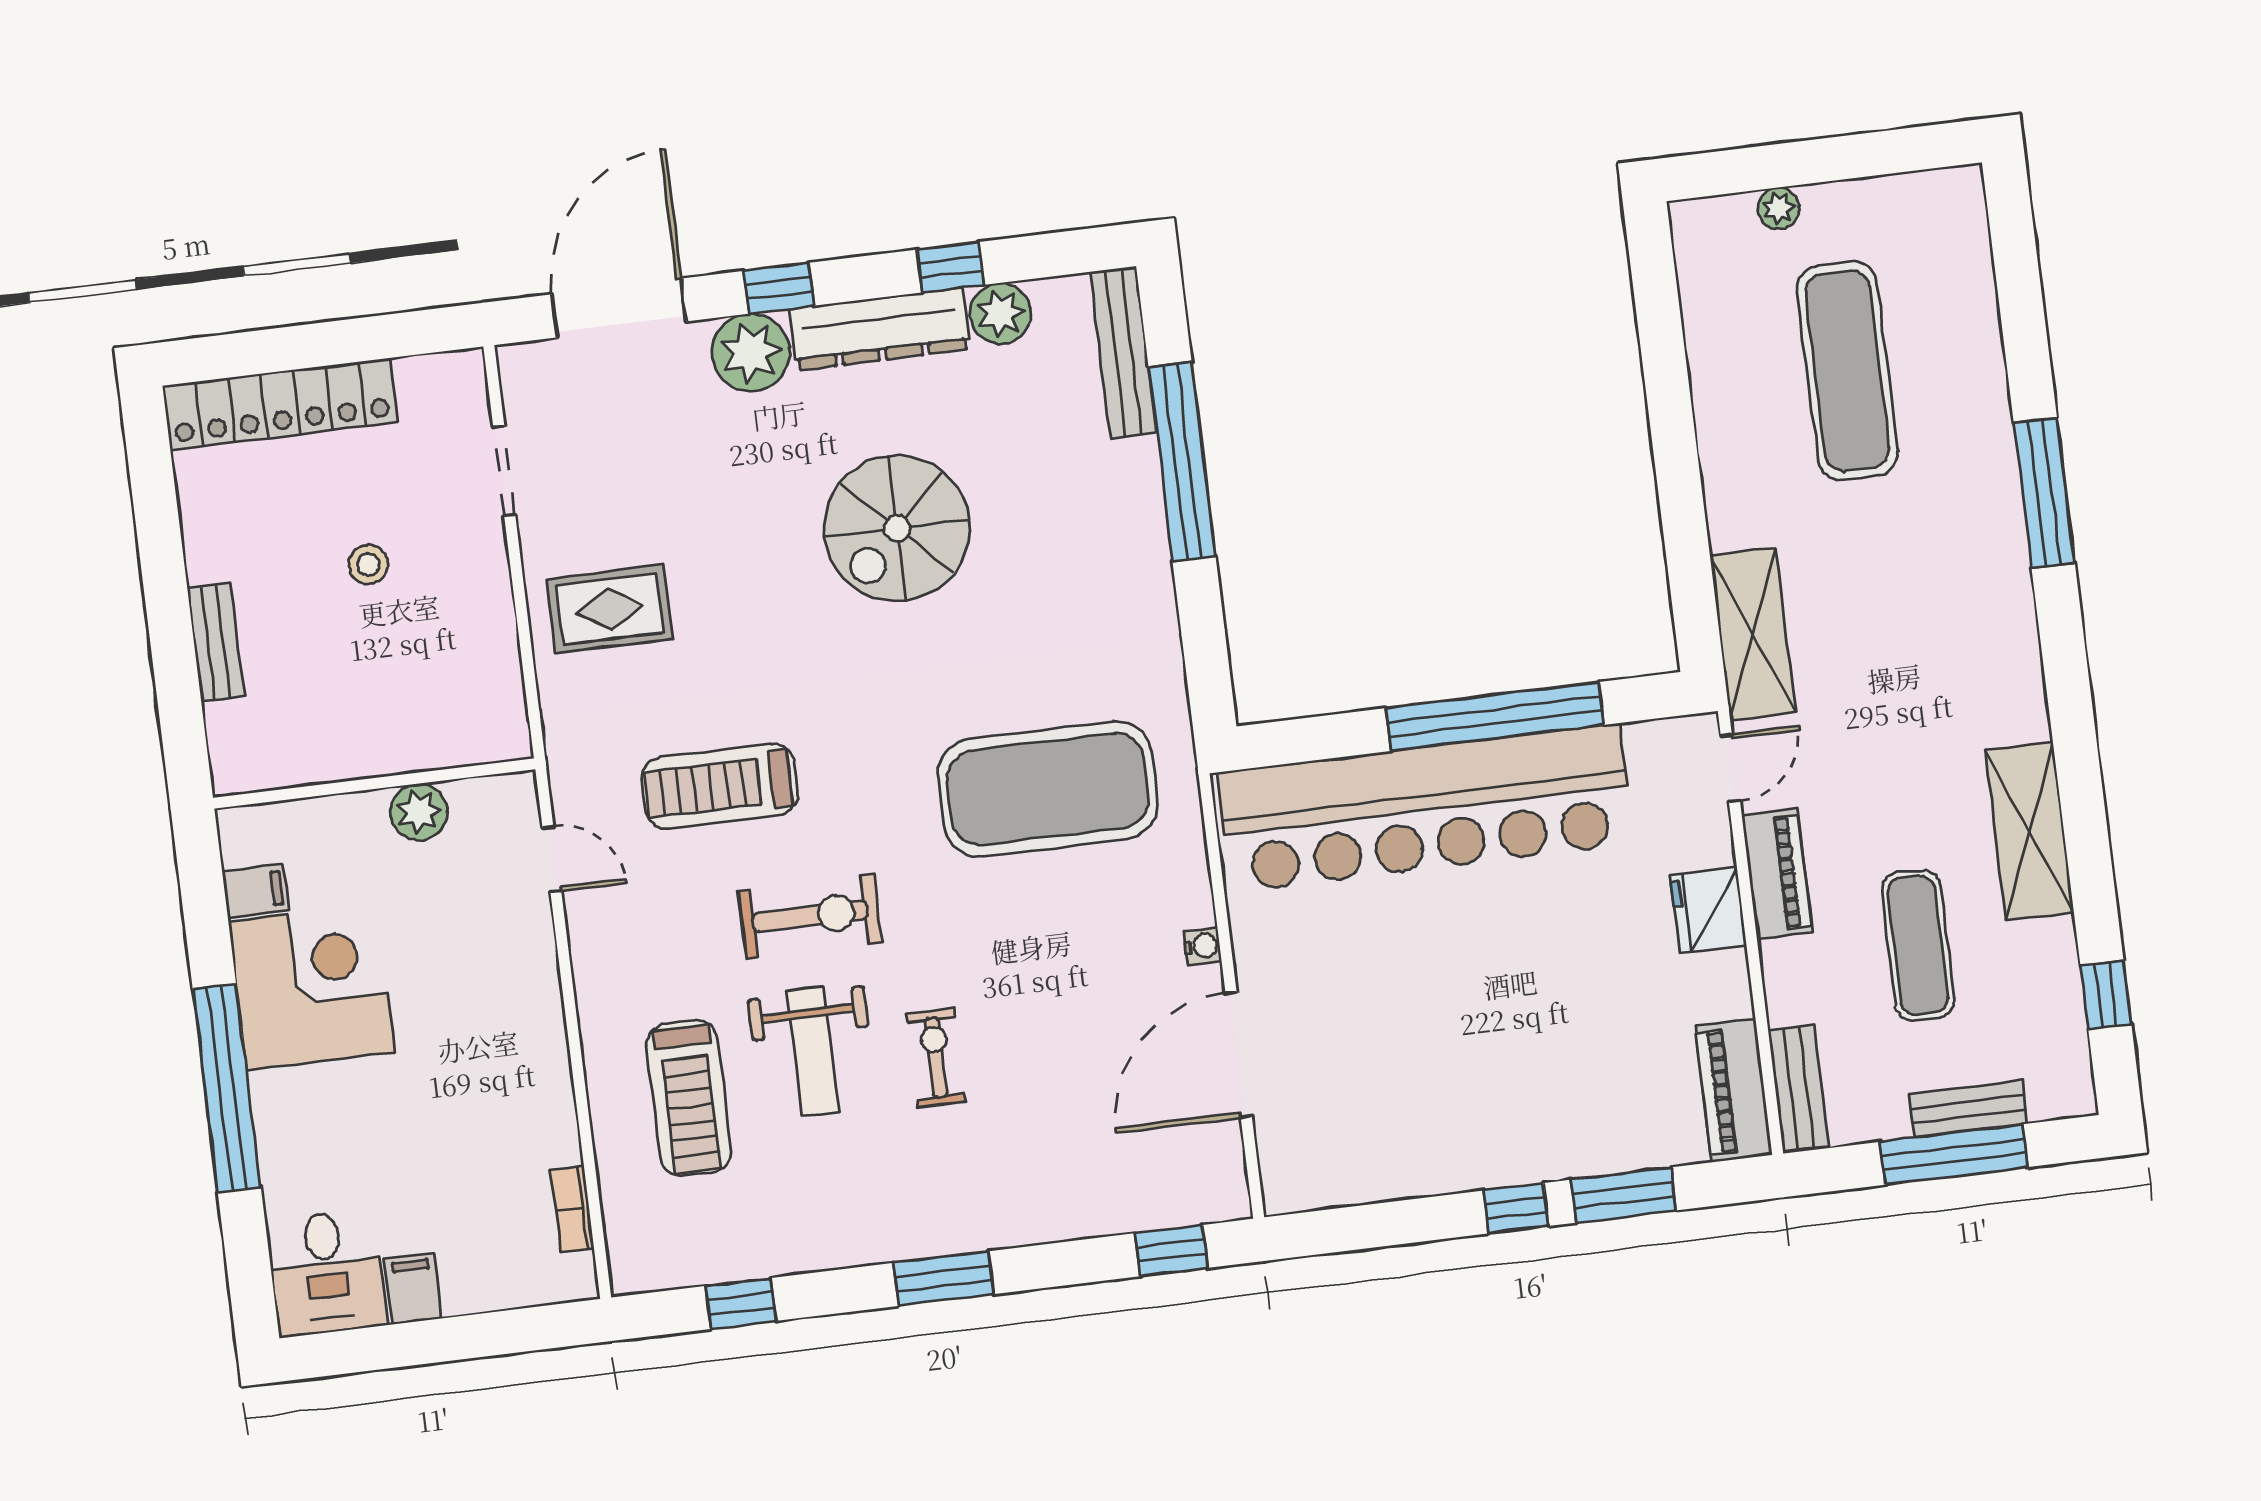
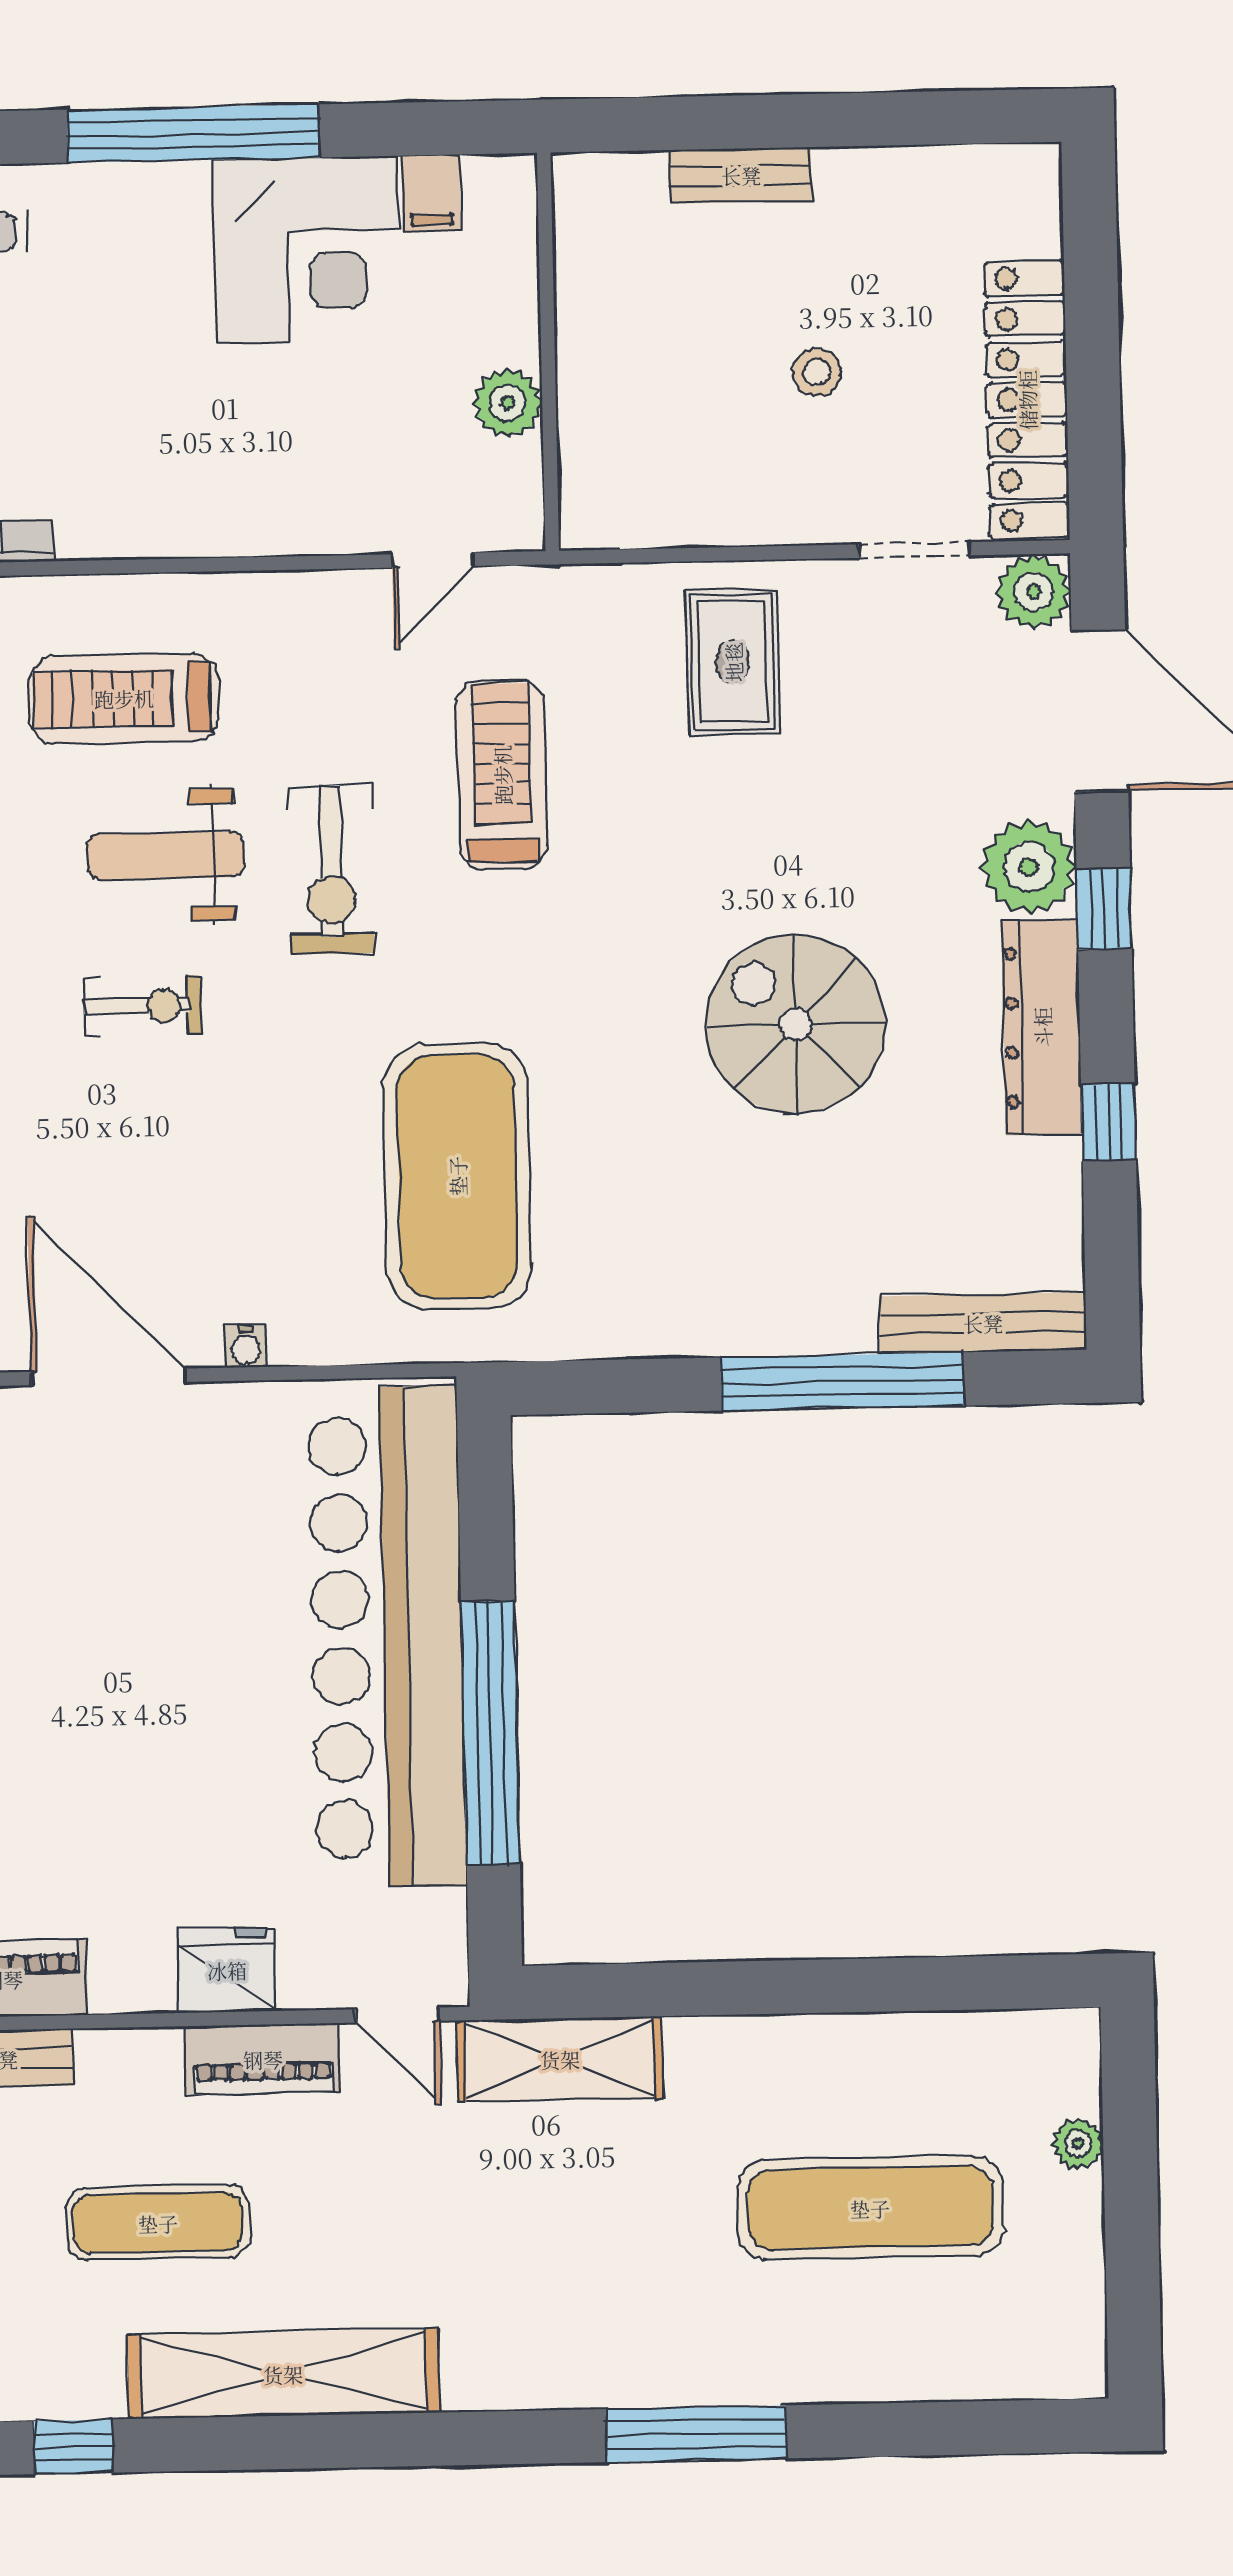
plant: (1000, 313) -> (1034, 592), moved
locker: (280, 404) -> (1027, 400), moved
shelving: (2029, 831) -> (283, 2374), width x1.47

